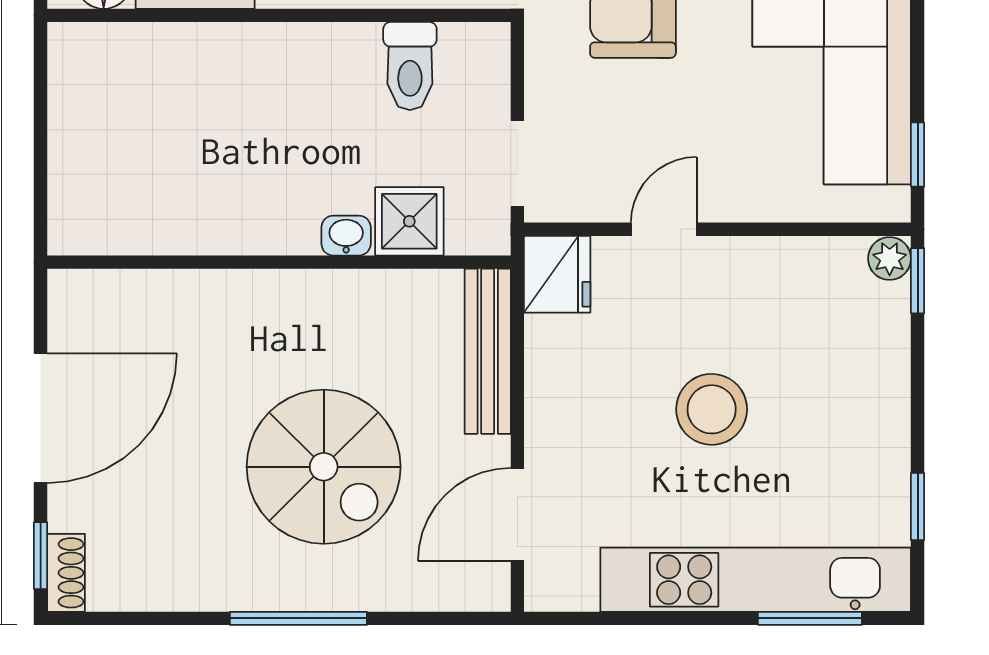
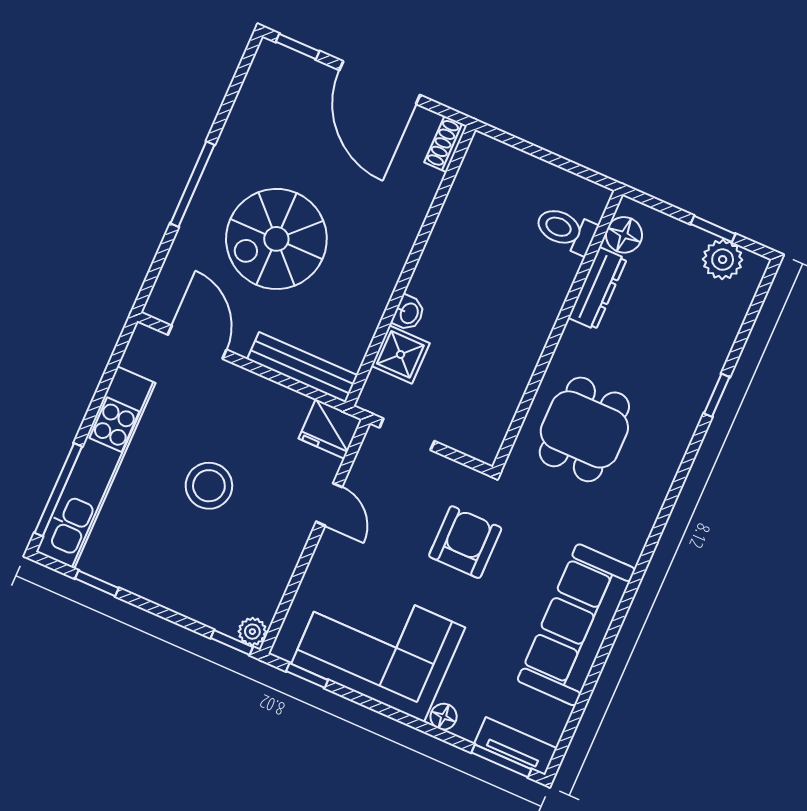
toilet: (410, 66) -> (566, 230), moved
shoe rack: (66, 573) -> (446, 144), moved, turned 90
window: (810, 618) -> (58, 490), width x1.44

